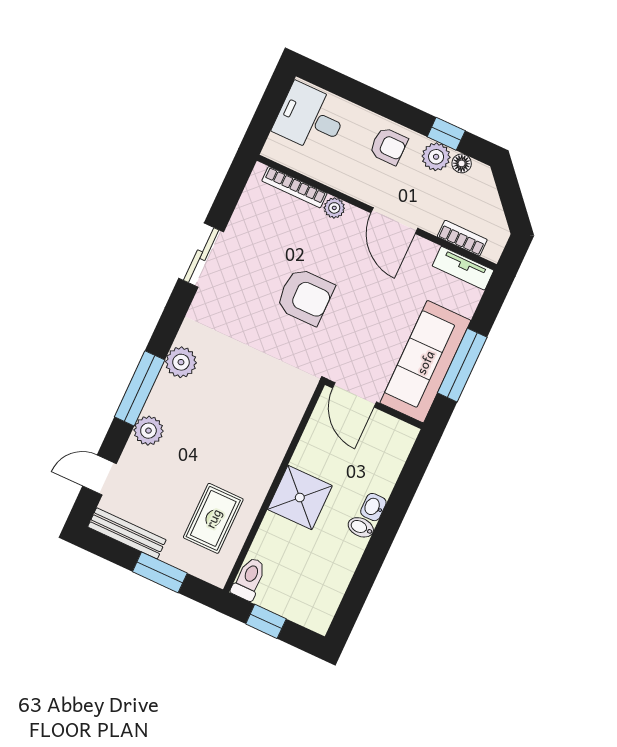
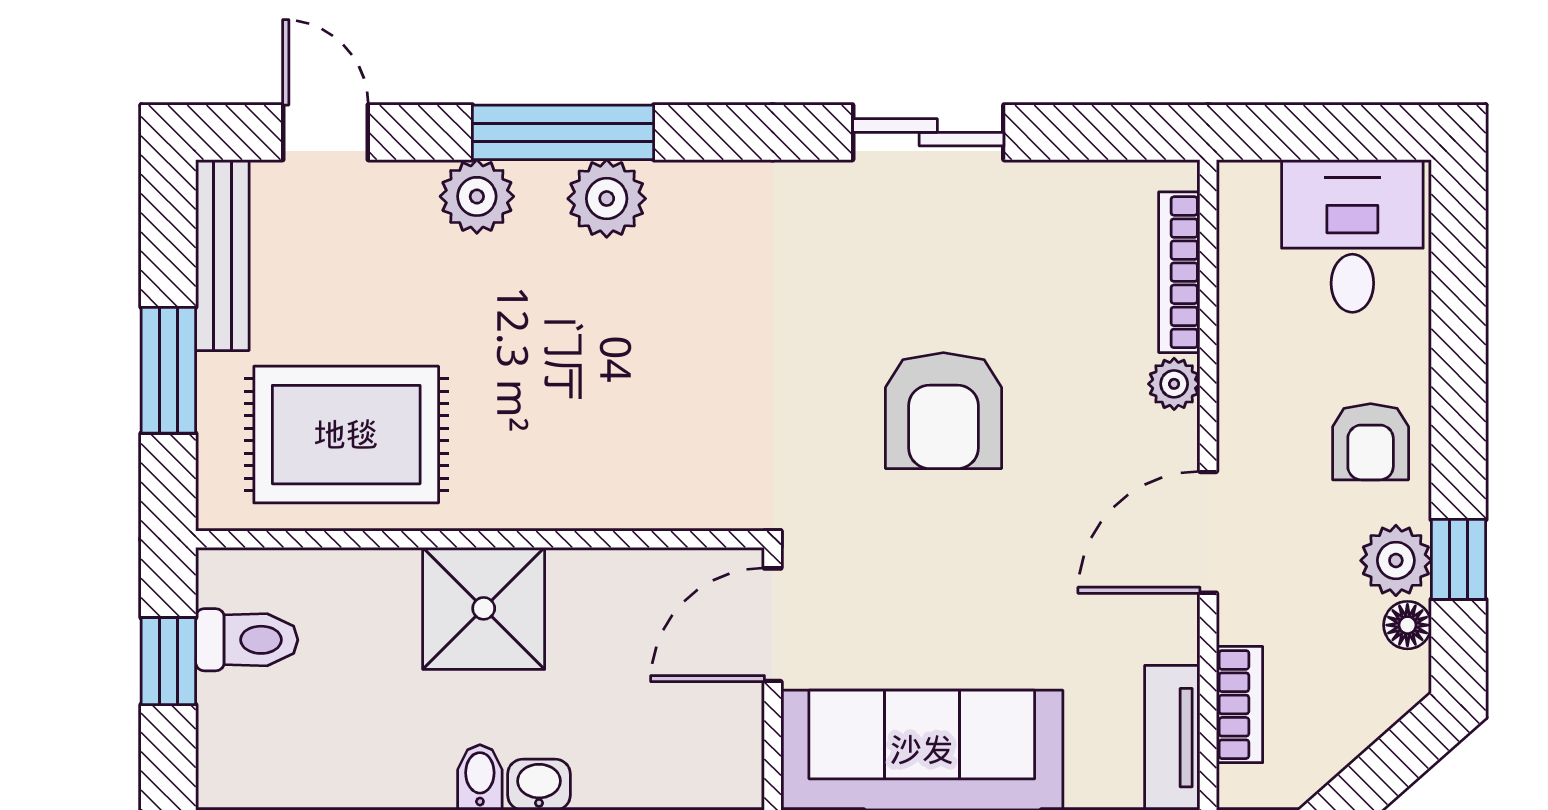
plant: (181, 362) -> (607, 199), moved
rug: (213, 518) -> (346, 435), width x1.36, depth x1.43
toilet: (249, 579) -> (247, 640), moved

